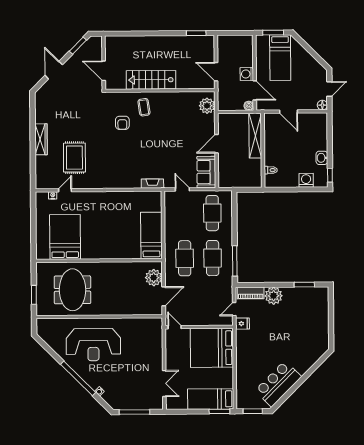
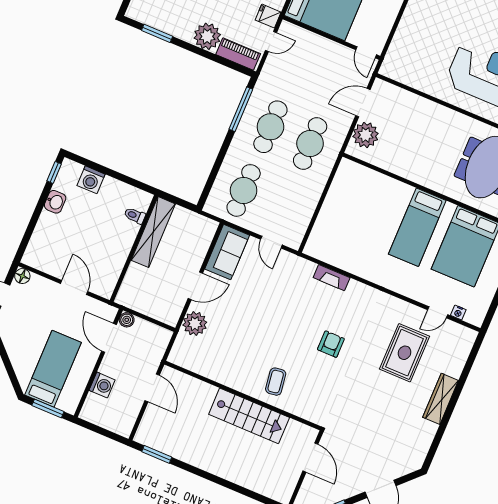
washing machine: (247, 74) -> (102, 385), moved
plant: (207, 106) -> (195, 324), moved
armchair: (122, 123) -> (331, 344), moved
shelving: (255, 136) -> (153, 232), moved
fireplace: (152, 184) -> (332, 278), moved
bed: (151, 235) -> (417, 227), moved

